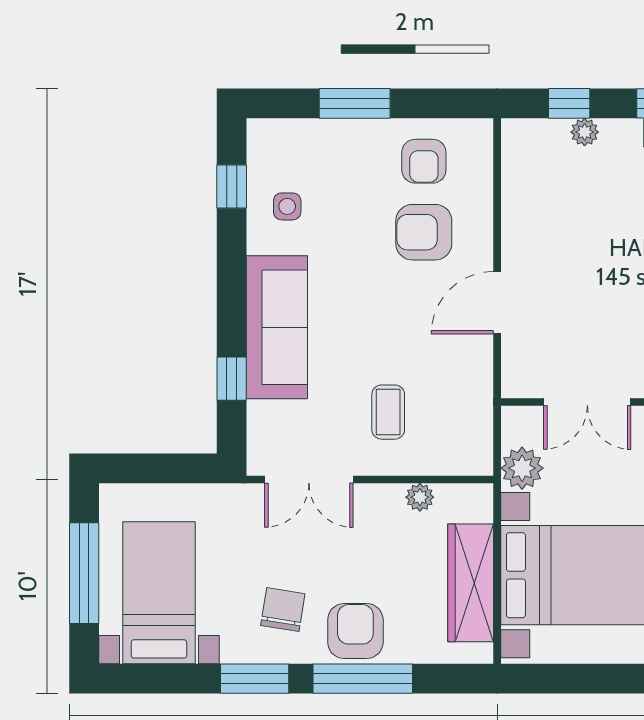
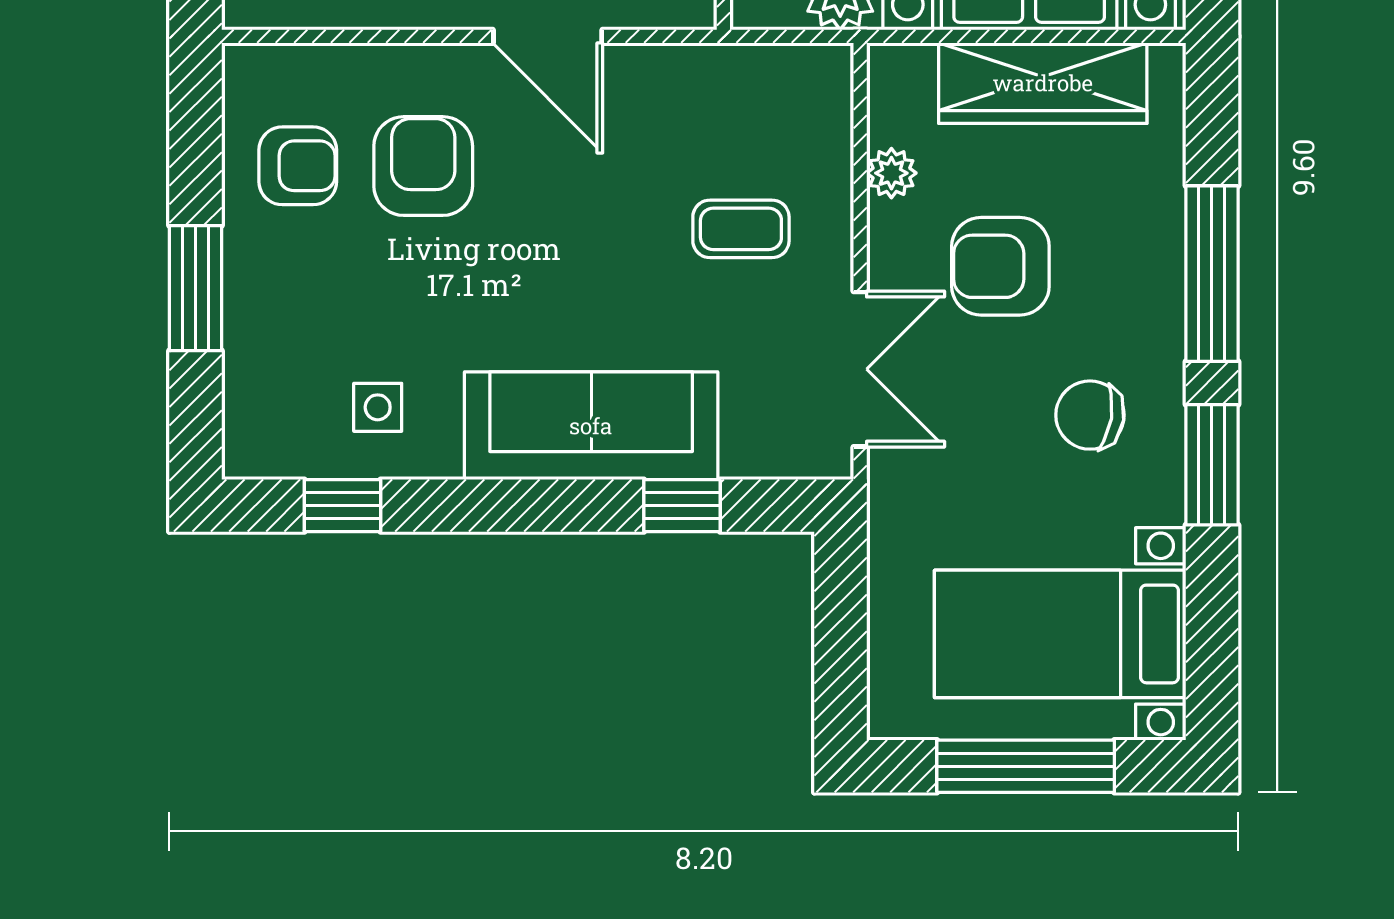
armchair: (424, 232) -> (423, 166), turned 180
armchair: (355, 631) -> (1000, 266), moved

